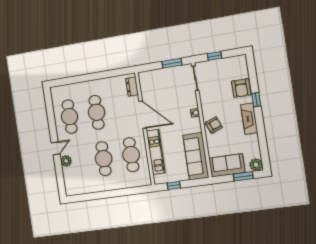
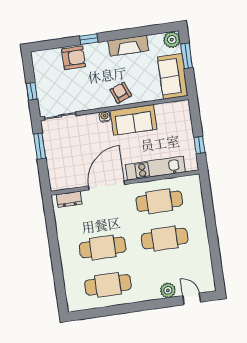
fireplace: (249, 119) -> (128, 46), moved
door: (56, 148) -> (192, 299), moved
sofa: (196, 156) -> (133, 120), moved, width x0.73

